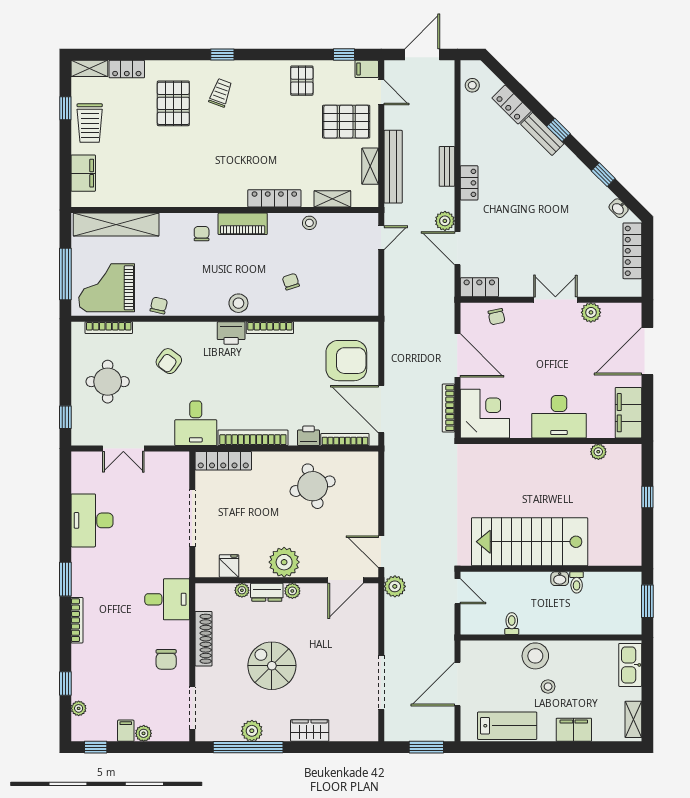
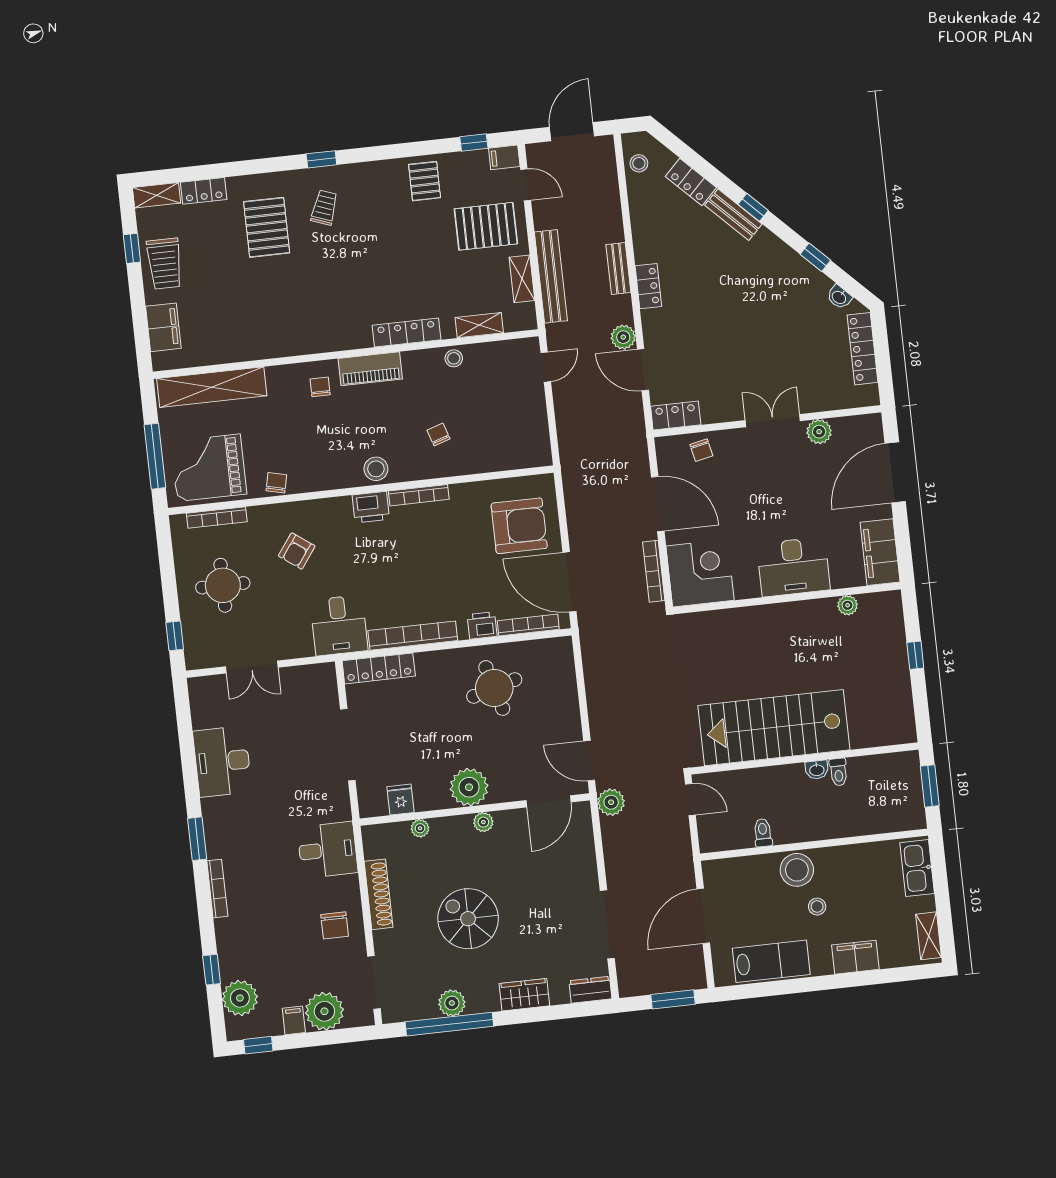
dresser: (267, 592) -> (590, 990), moved, turned 180
plant: (79, 708) -> (240, 998), width x1.88, depth x1.88
plant: (144, 733) -> (324, 1011), width x1.87, depth x1.87

